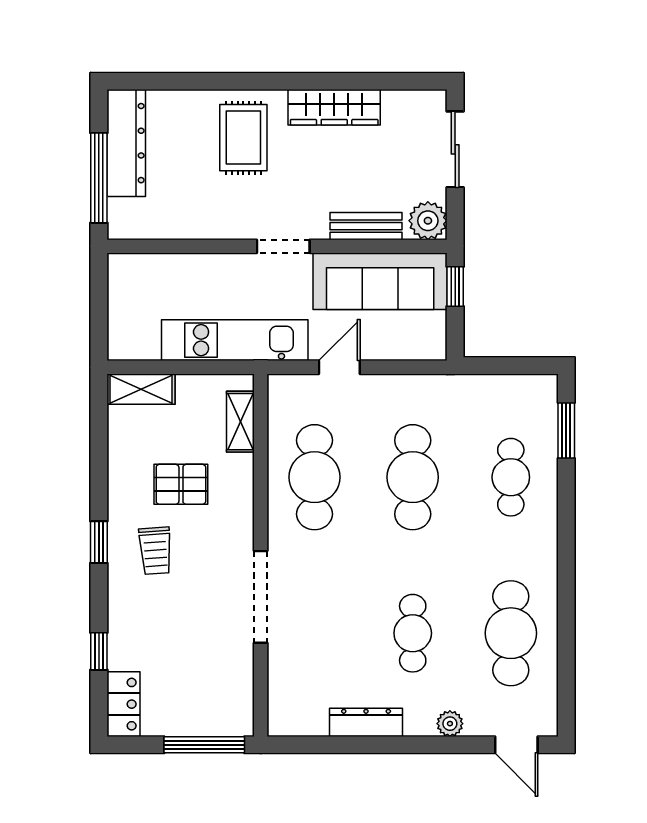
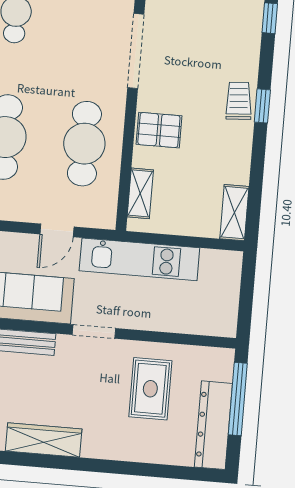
rug: (243, 138) -> (150, 389), moved
shelving: (141, 389) -> (234, 213), moved, turned 90
pallet: (181, 484) -> (159, 130), moved
trolley: (155, 551) -> (239, 101), moved

